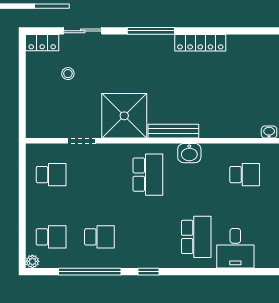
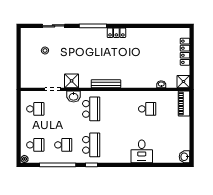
locker: (42, 43) -> (30, 33), removed
locker: (200, 43) -> (116, 33), width x0.66
shower: (124, 116) -> (72, 81), width x0.54, depth x0.54
washbasin: (189, 153) -> (74, 96), moved
school desk: (196, 237) -> (91, 145), moved

